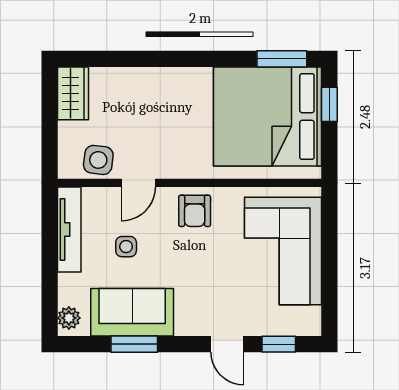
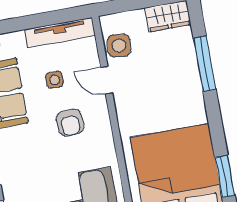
window: (139, 59) -> (205, 64), added
armchair: (195, 211) -> (70, 123), moved, turned -93

